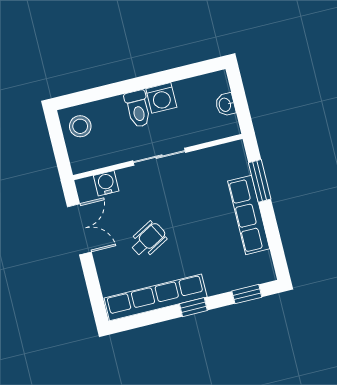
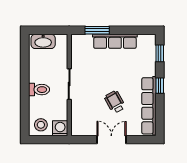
washing machine: (161, 98) -> (60, 128), moved, turned -90
washbasin: (225, 105) -> (43, 41), width x1.91, depth x1.45
water cooler: (106, 183) -> (77, 118), removed
double door: (79, 229) -> (111, 140), moved

